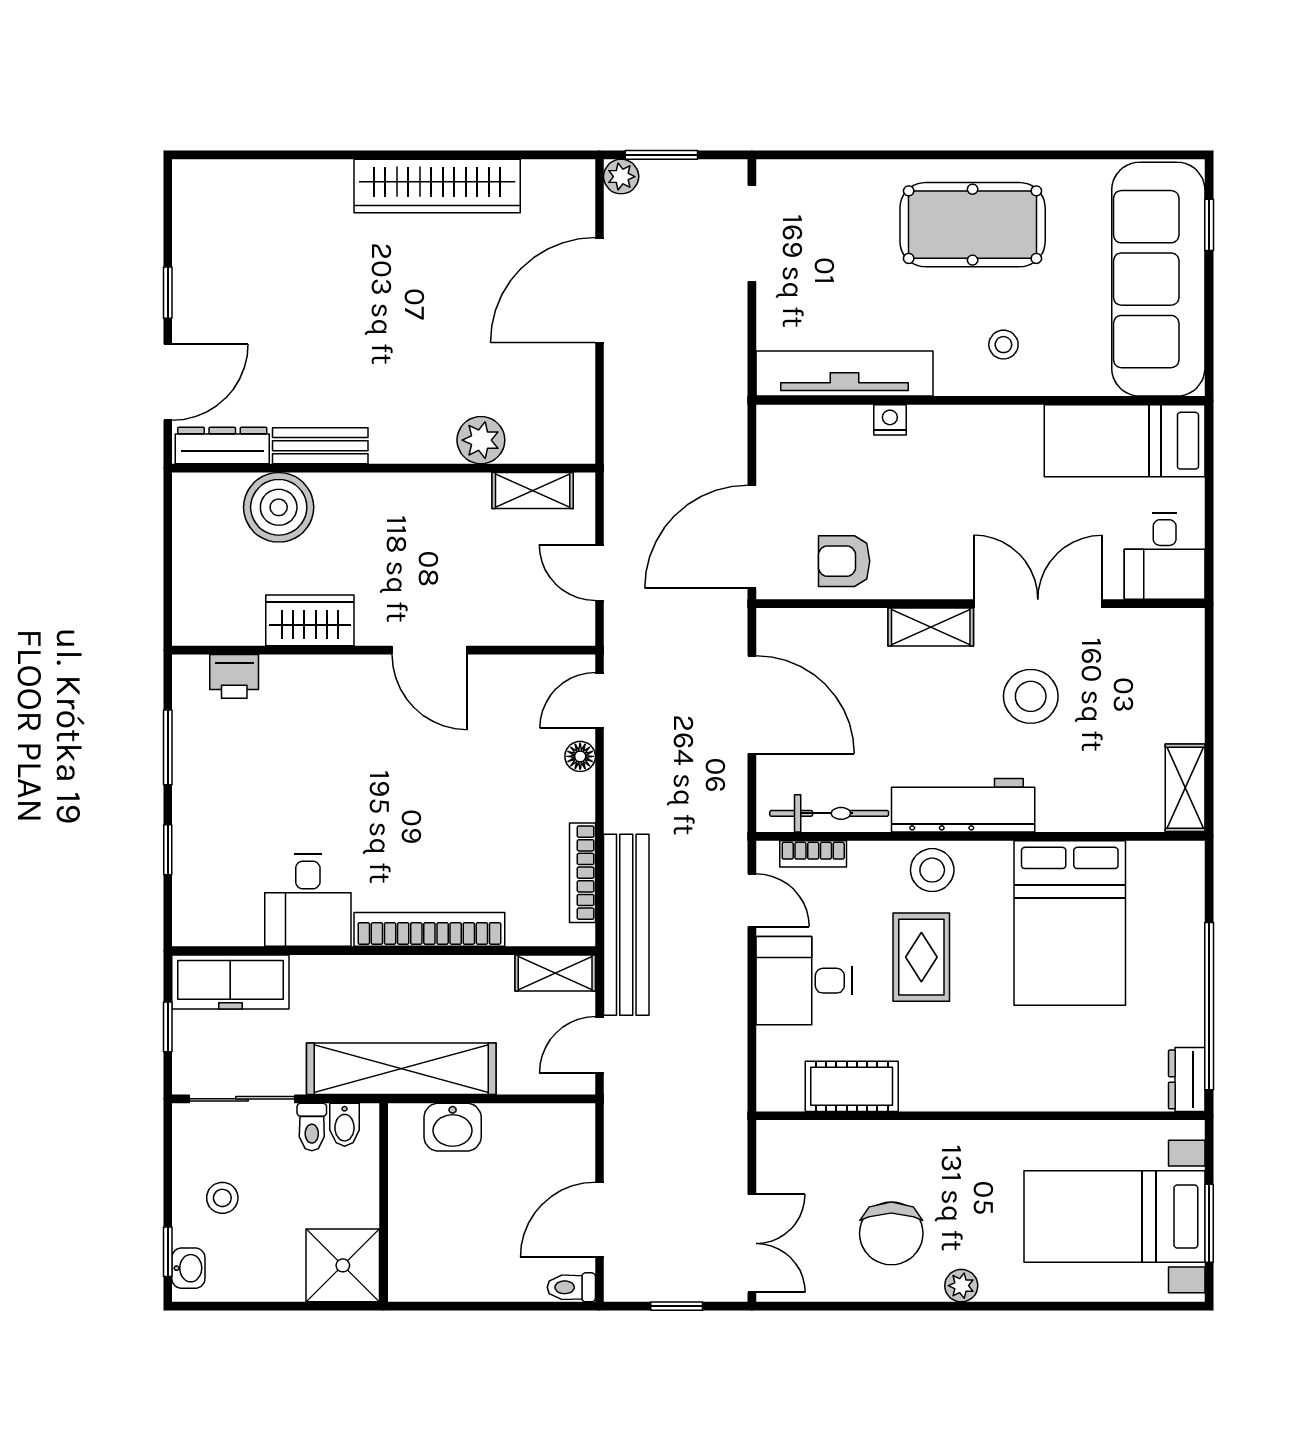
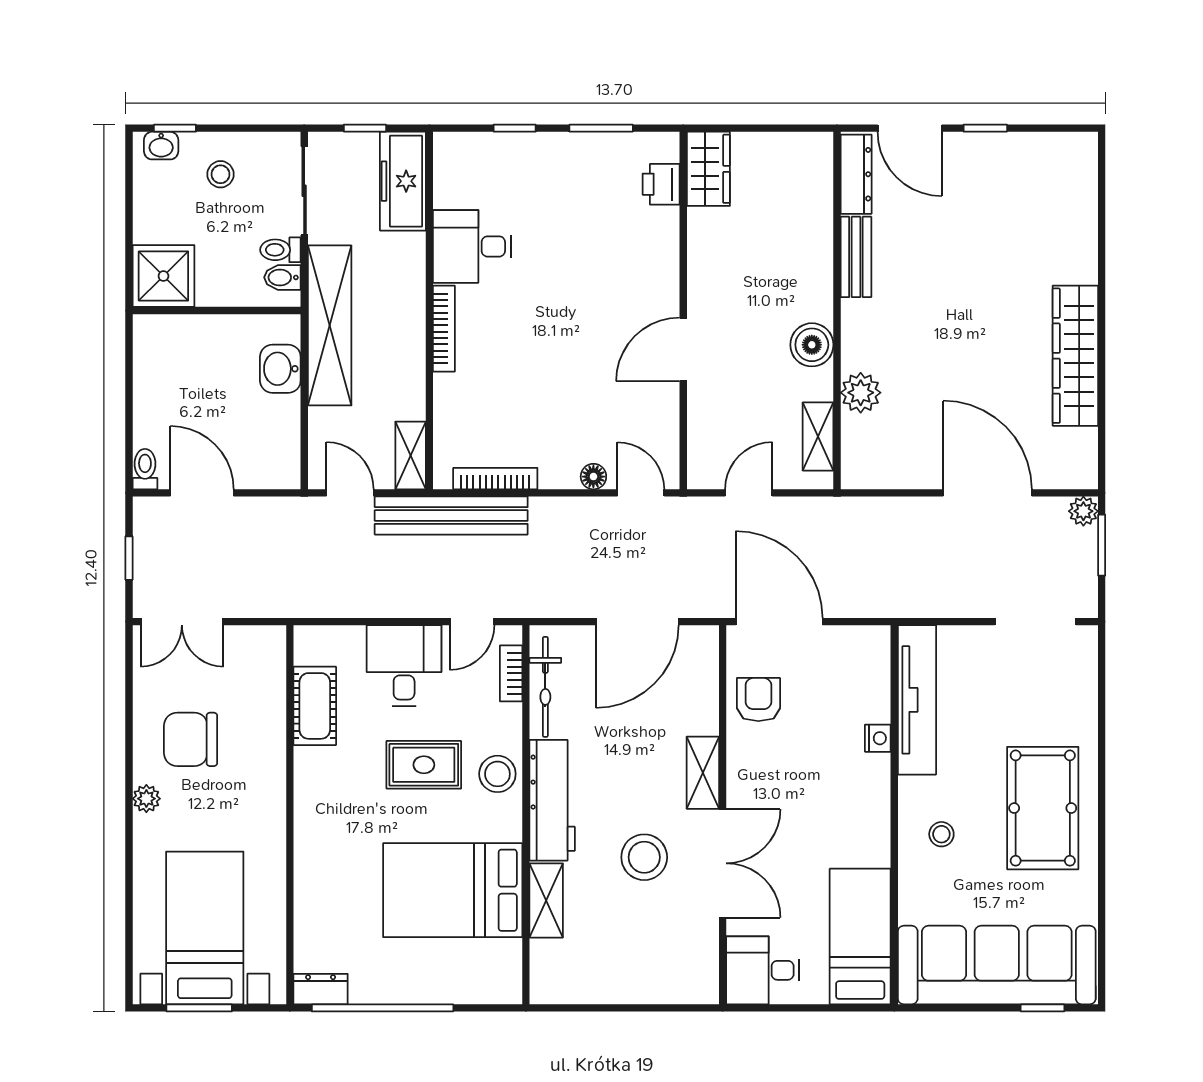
boiler: (279, 507) -> (812, 345), moved, width x0.73, depth x0.73
wardrobe: (310, 620) -> (708, 169), moved
shelving: (1185, 788) -> (546, 900), moved, turned 90
bookcase: (429, 929) -> (444, 329), width x0.68, depth x0.76

